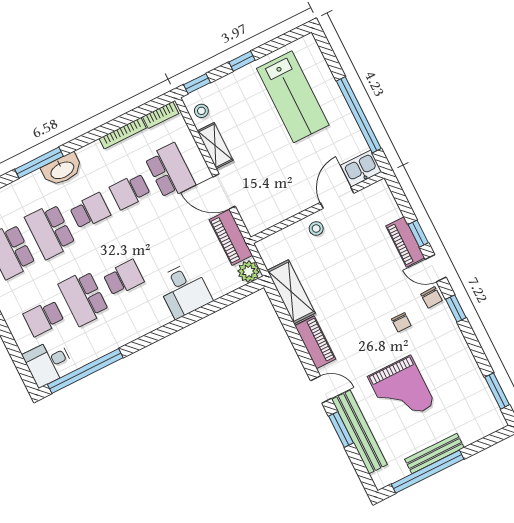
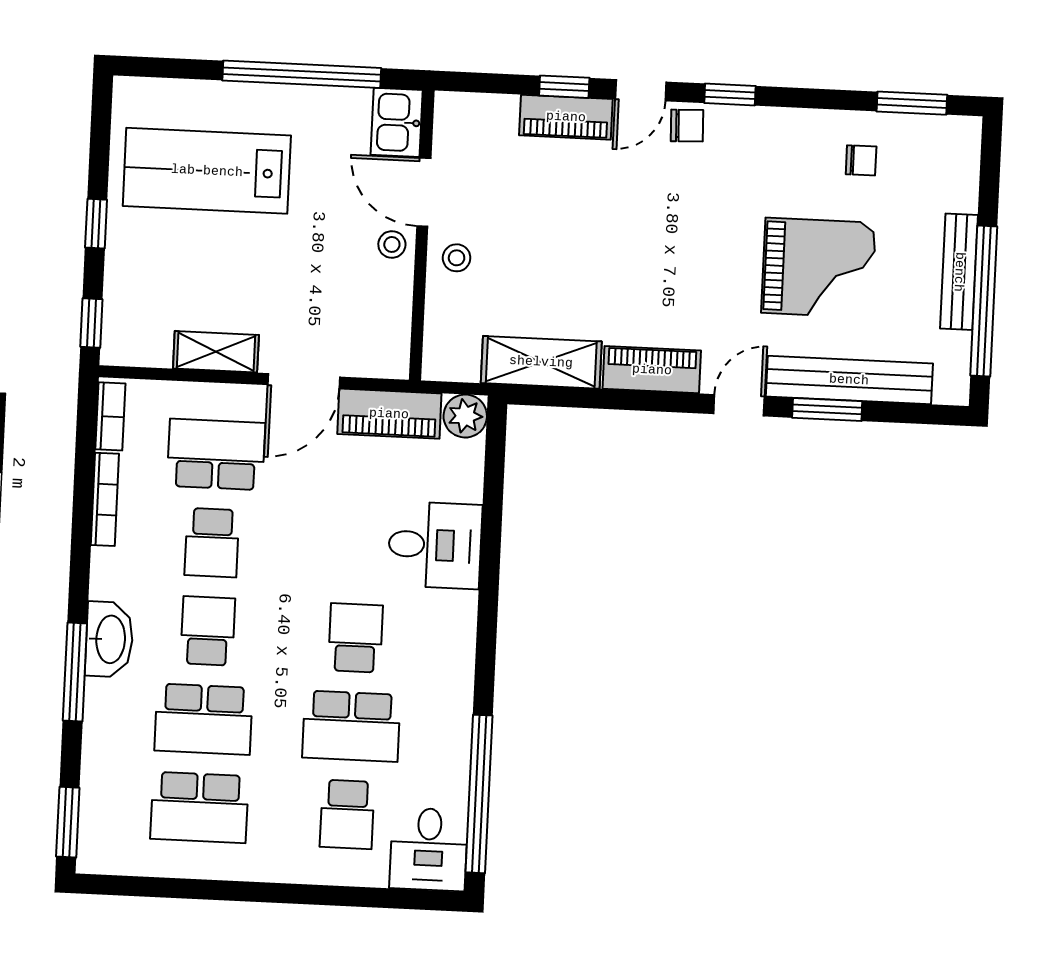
lab bench: (293, 97) -> (207, 171), turned 180
stool: (201, 111) -> (392, 244), moved
chair: (401, 322) -> (861, 160), moved

